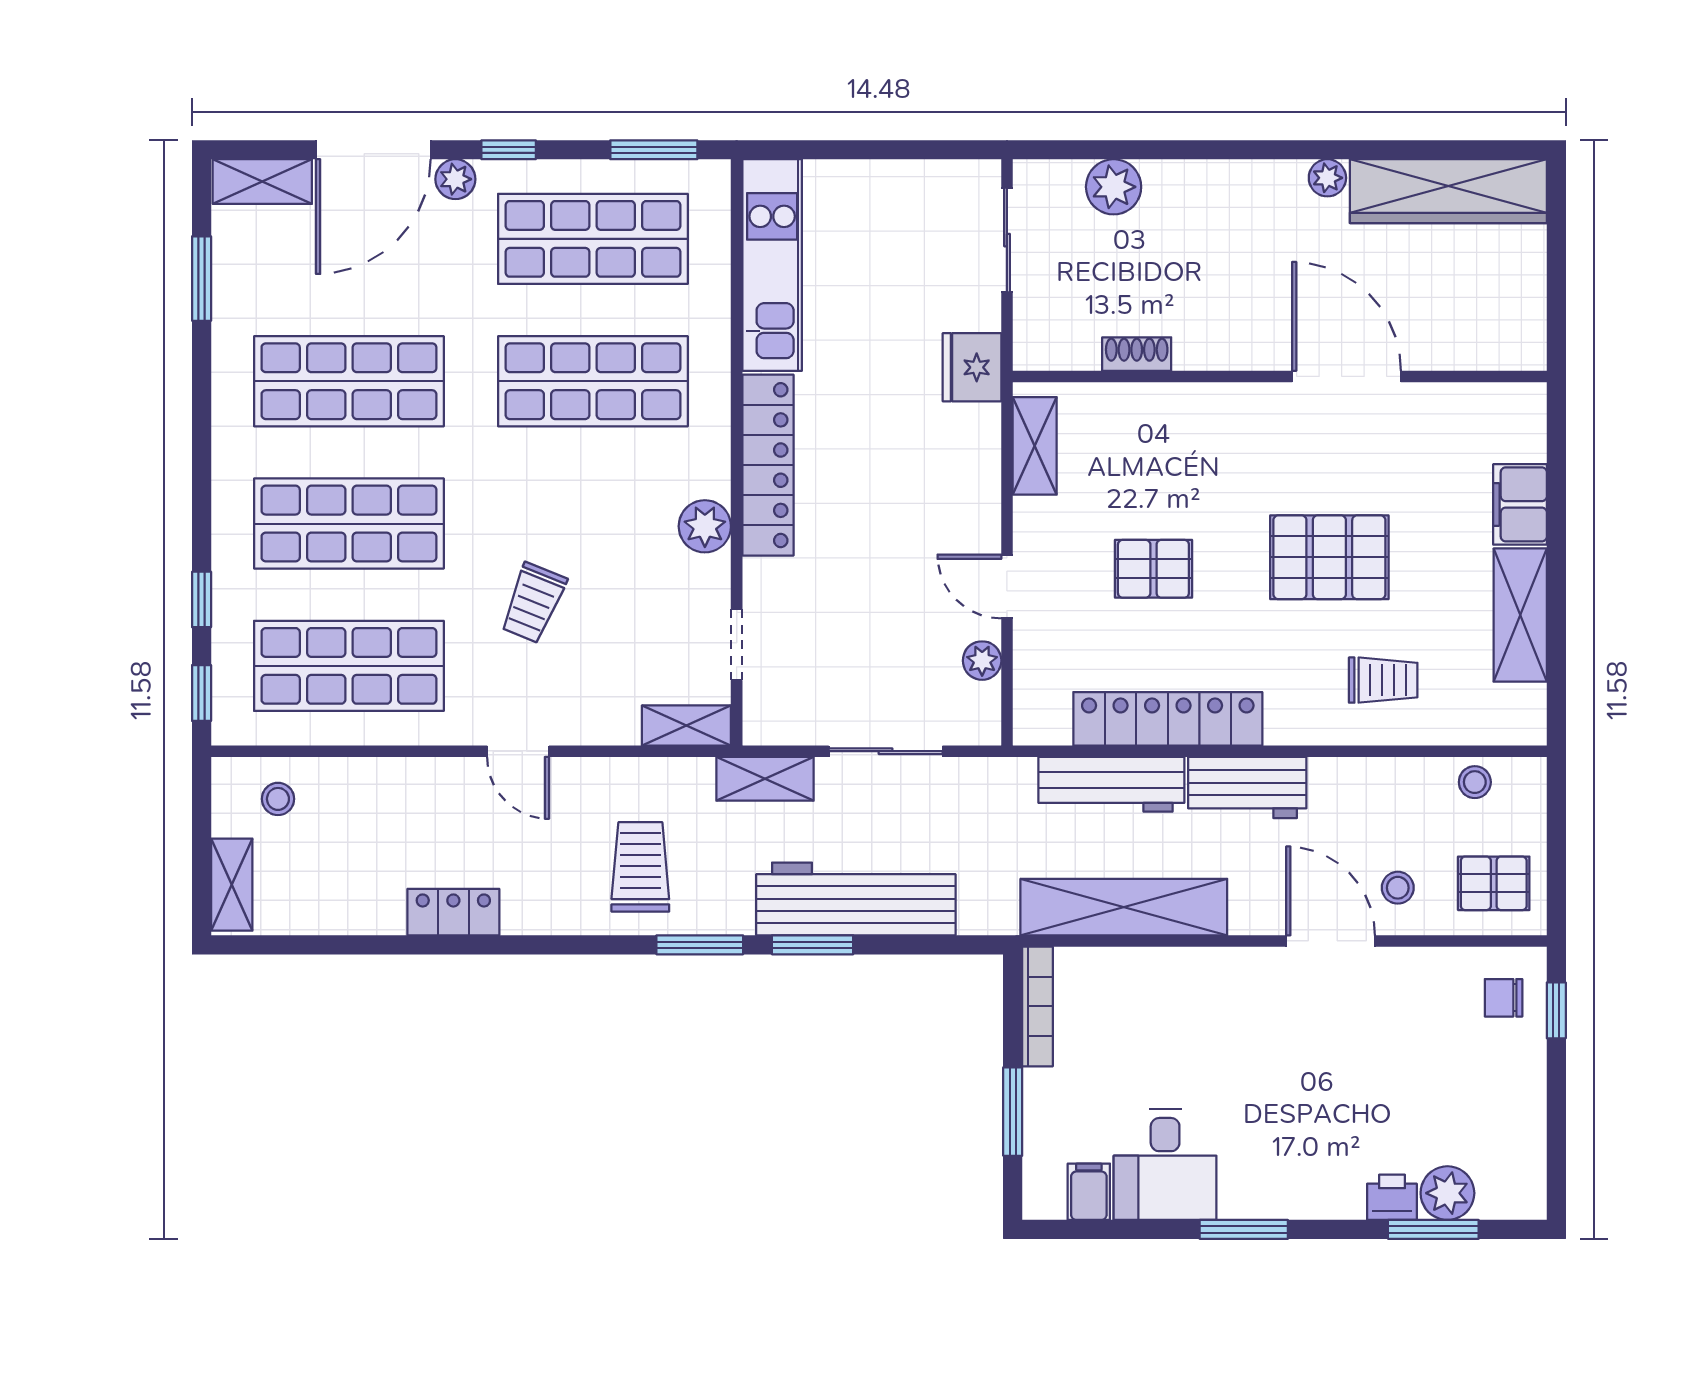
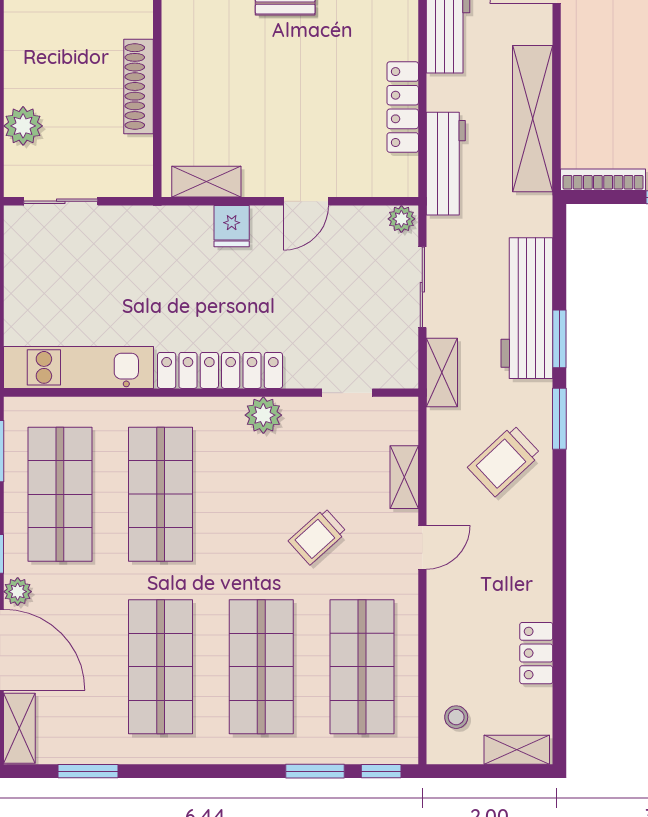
shoe rack: (1137, 354) -> (139, 86), width x1.94, depth x1.24
fridge: (972, 367) -> (232, 226), moved, width x0.72
pallet: (1153, 569) -> (293, 98), removed
window: (202, 599) -> (315, 771), width x1.50
trolley: (533, 603) -> (317, 536), turned 116
plant: (982, 661) -> (401, 219), moved
locker: (1168, 719) -> (403, 107), width x0.71, depth x0.83
shelving: (686, 725) -> (404, 477), moved
workbench: (1111, 784) -> (446, 164), moved
trolley: (640, 867) -> (504, 461), turned -43
locker: (453, 912) -> (536, 653), moved

